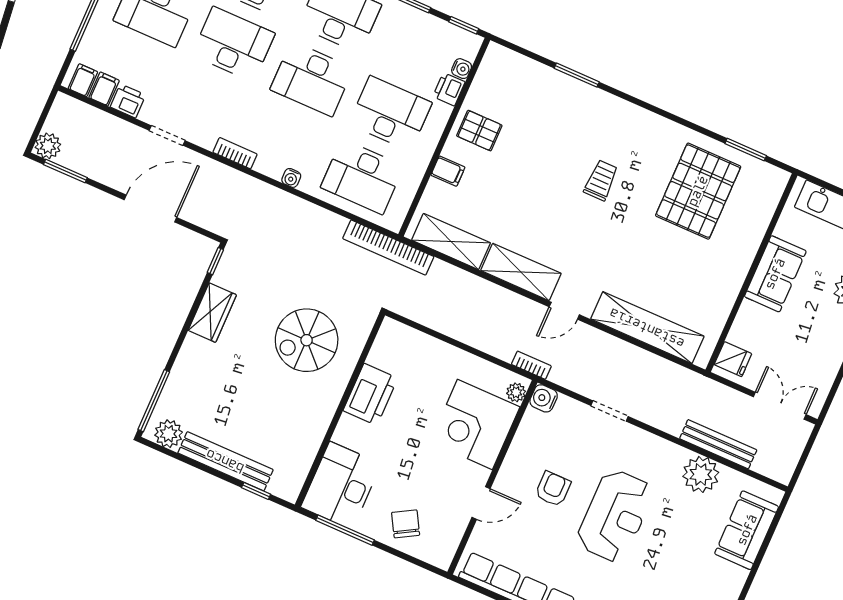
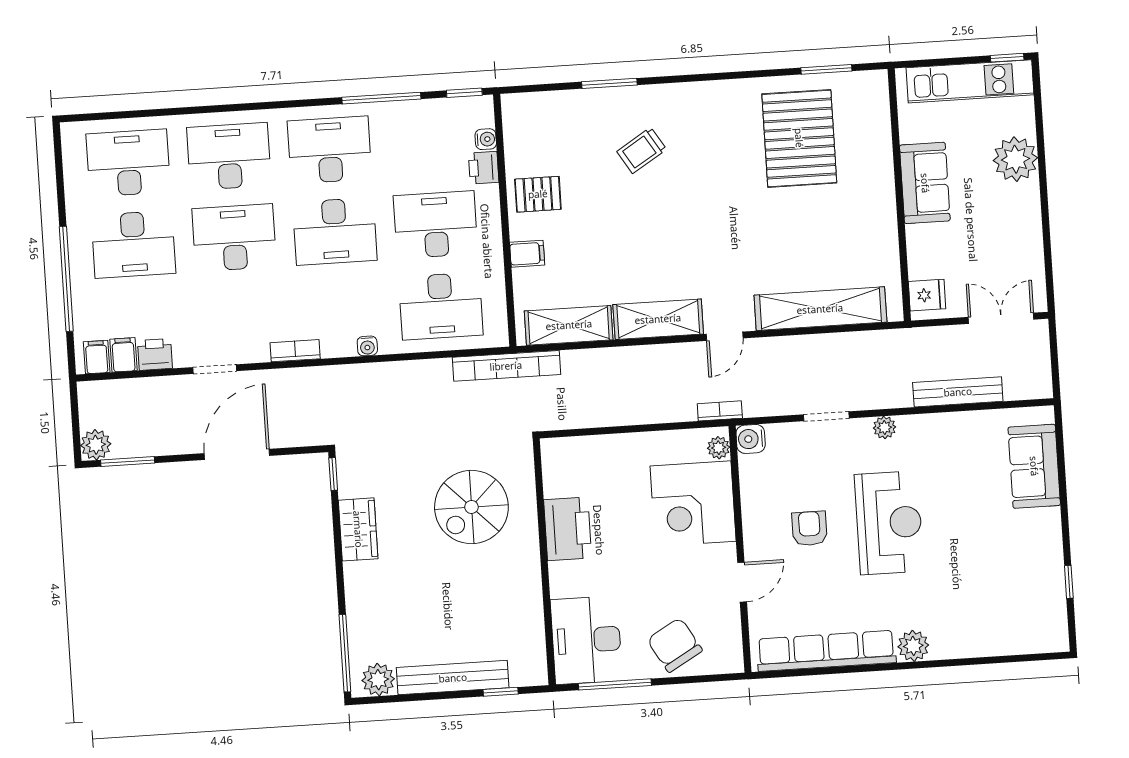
trolley: (601, 180) -> (642, 150), moved, turned -122
plant: (701, 474) -> (884, 427), moved, width x0.53, depth x0.53
chair: (406, 524) -> (675, 645), width x1.37, depth x1.37

